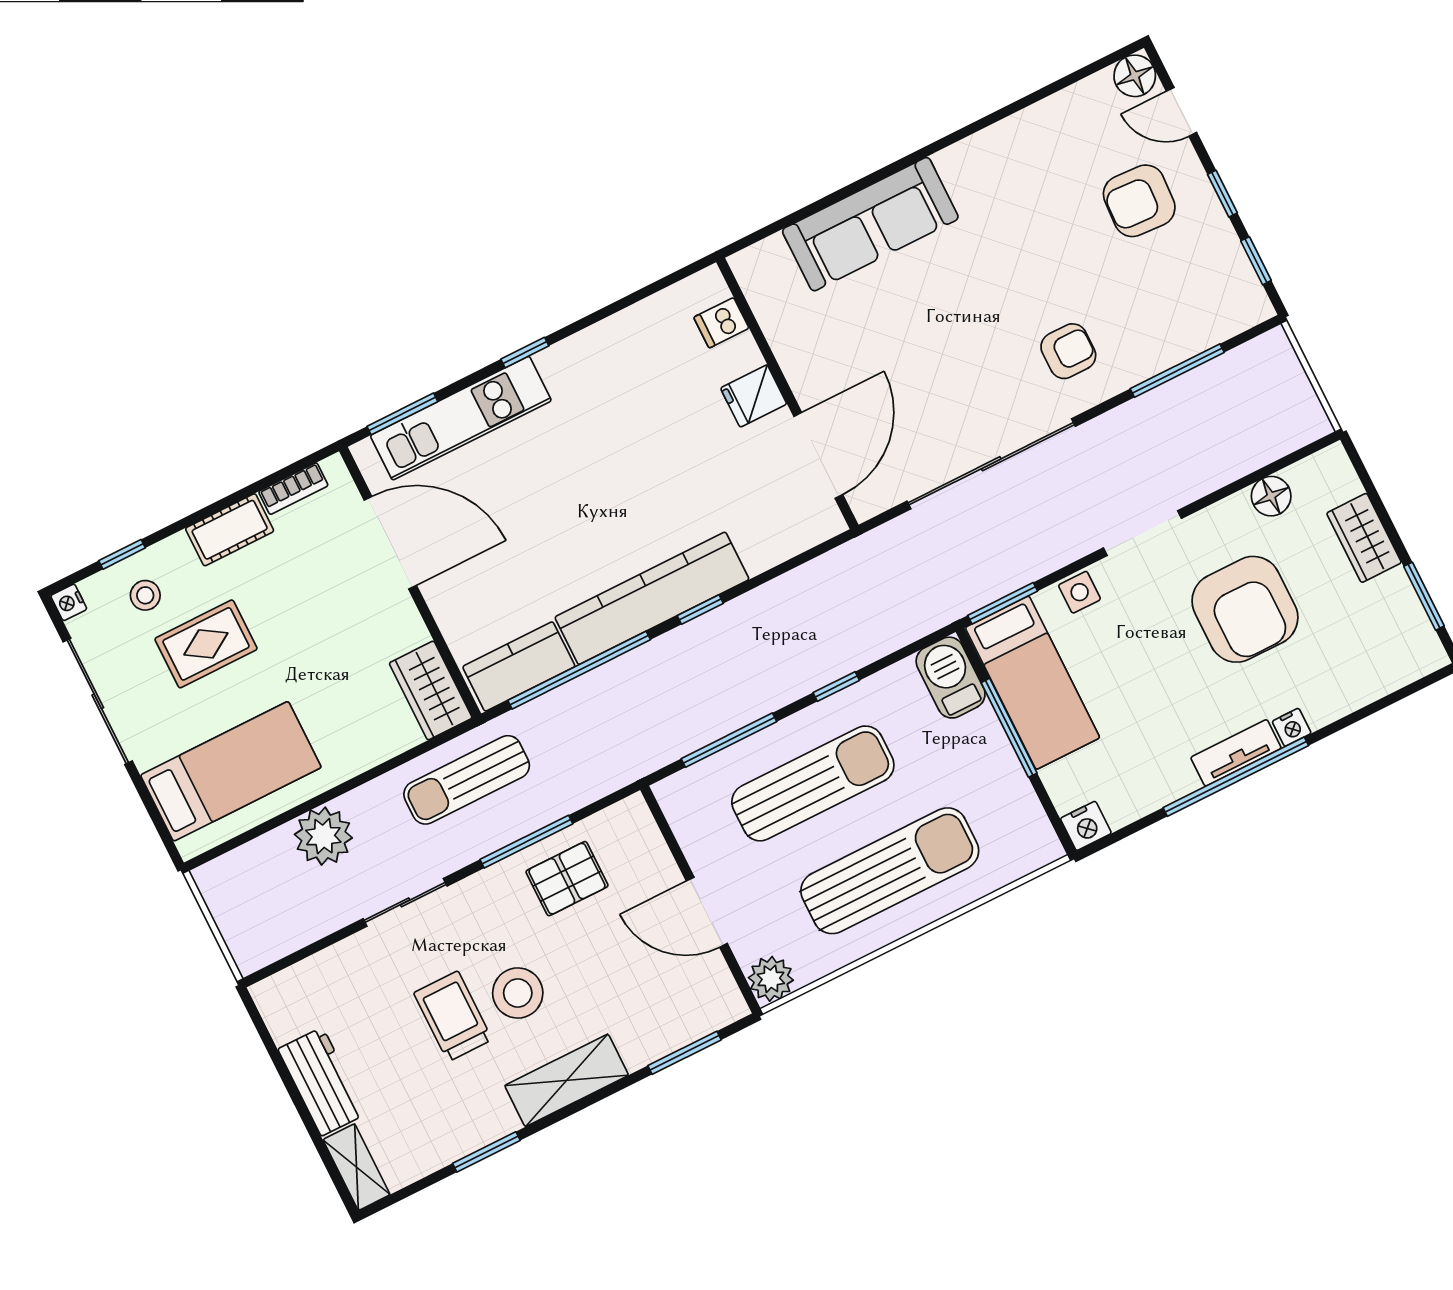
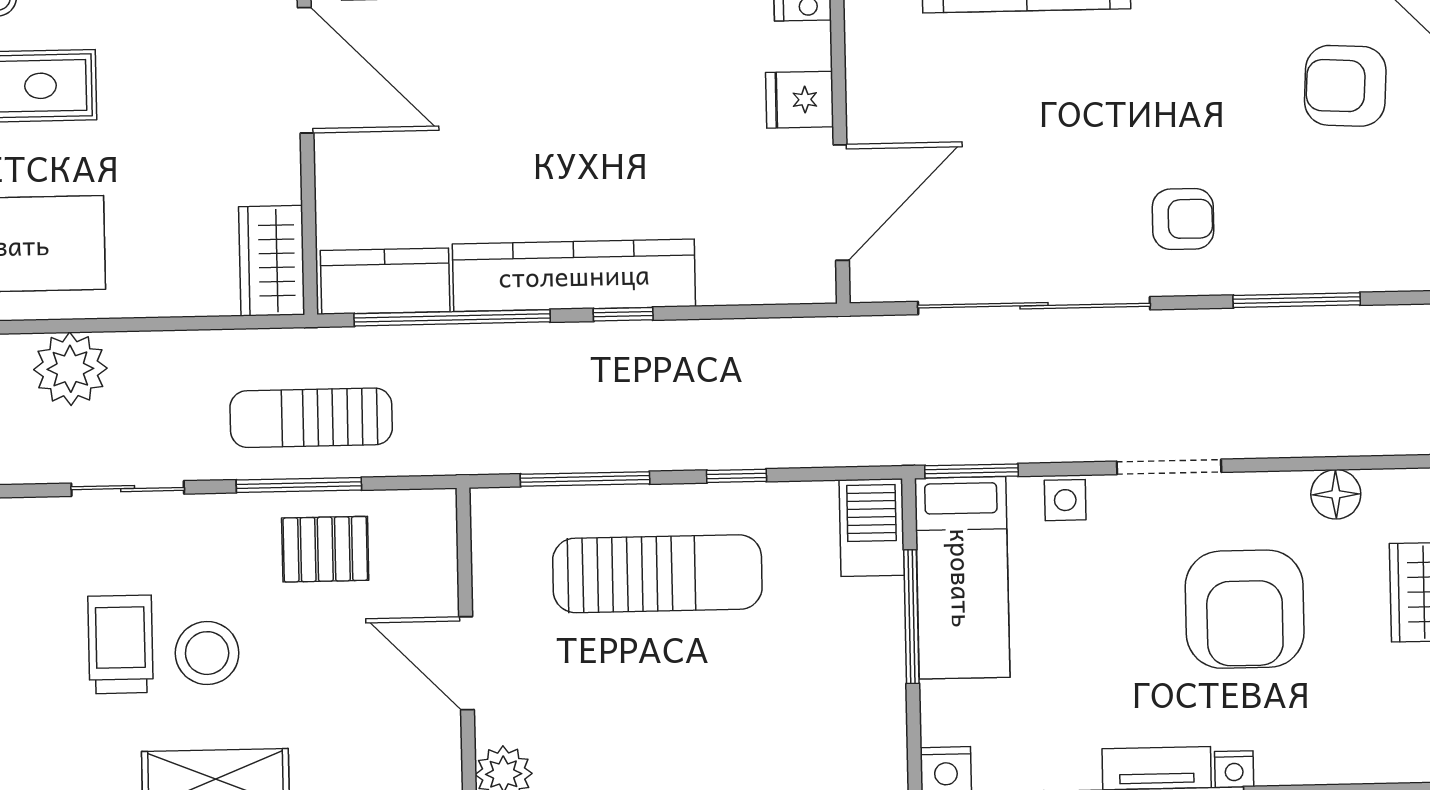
sun lounger: (467, 780) -> (311, 418), moved
sun lounger: (890, 871) -> (698, 715), removed

